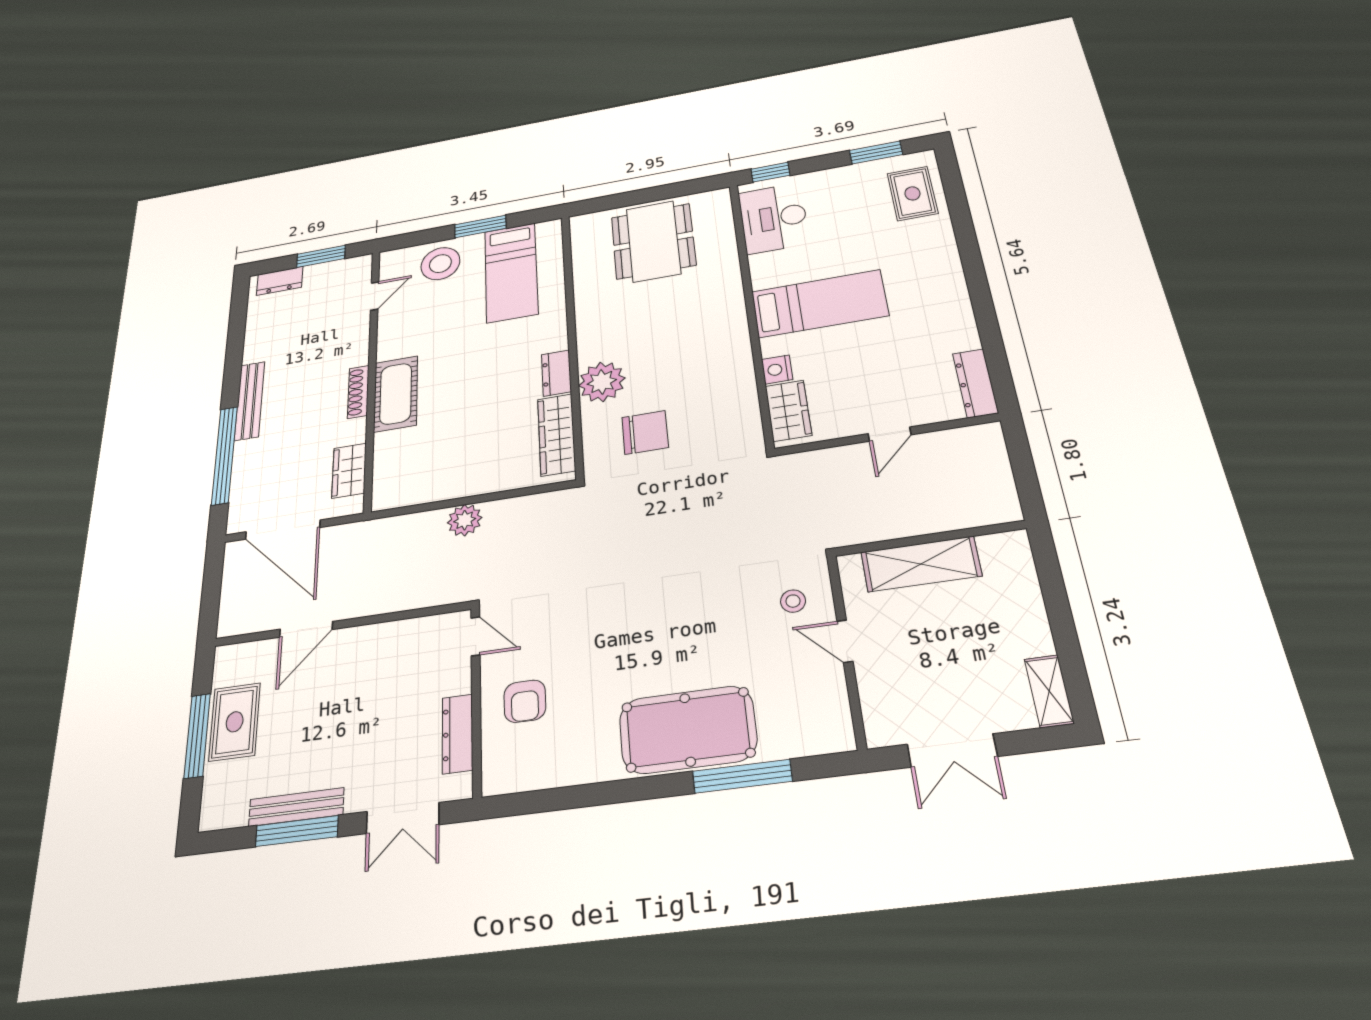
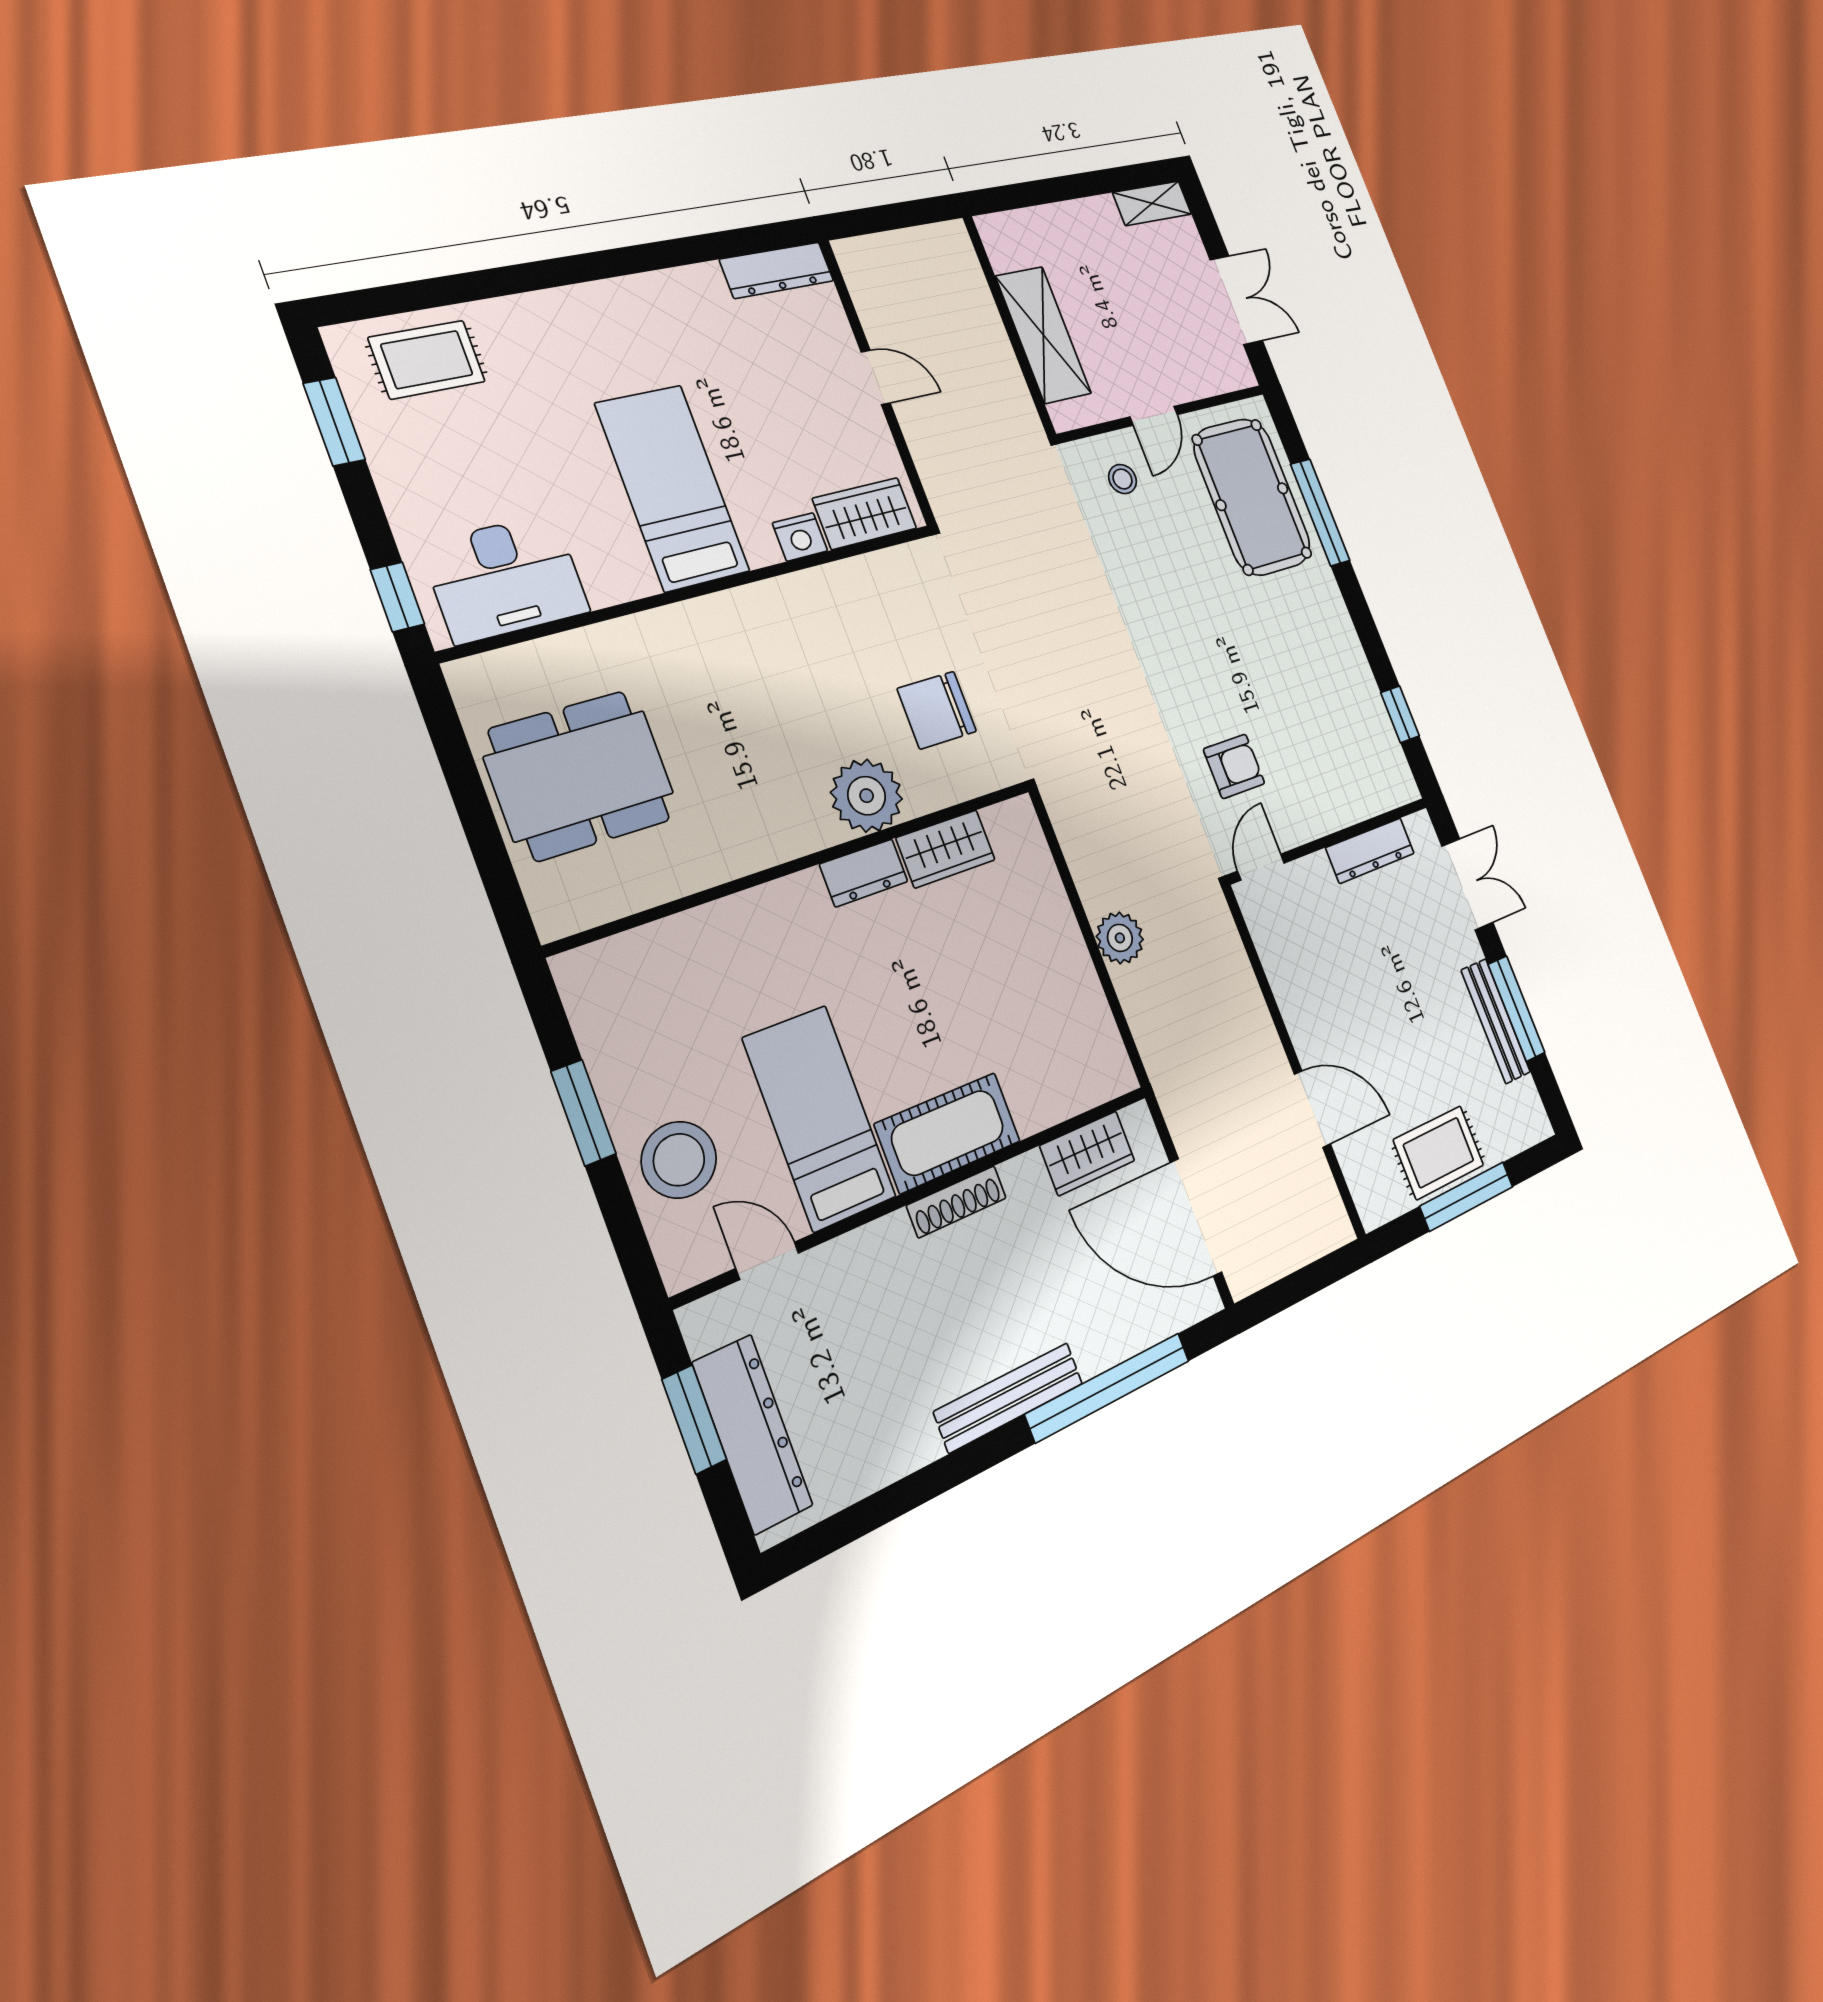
bed: (511, 272) -> (819, 1118), moved, turned -90
dresser: (280, 281) -> (753, 1434), width x1.96, depth x1.24
chair: (645, 432) -> (937, 710), turned -90
wardrobe: (556, 435) -> (946, 849), width x0.67
door: (283, 530) -> (1196, 1217), swing flipped
armchair: (525, 701) -> (1234, 766), moved
pool table: (688, 730) -> (1252, 497), moved
window: (554, 799) -> (1400, 714), added

